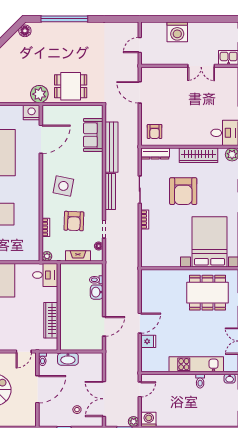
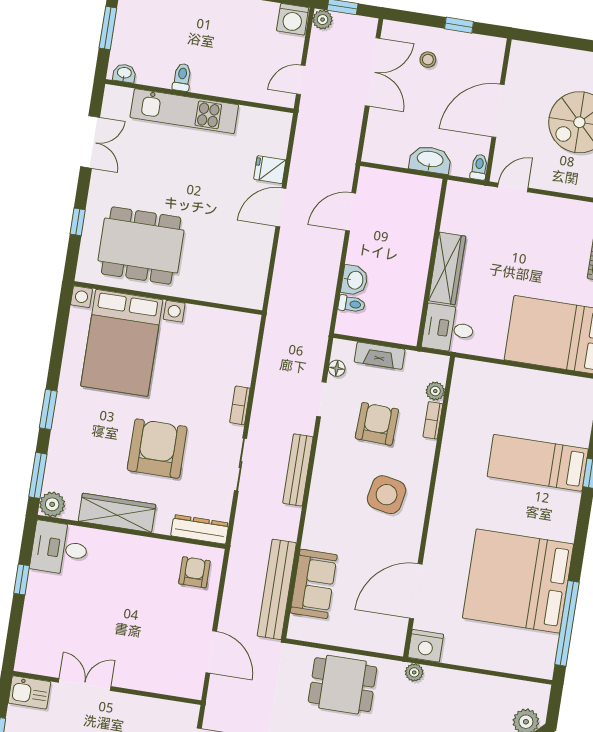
plant: (39, 94) -> (414, 672), width x0.53, depth x0.53
bench: (111, 147) -> (277, 589), moved
plant: (47, 256) -> (435, 391), moved
wardrobe: (51, 320) -> (447, 268), moved

